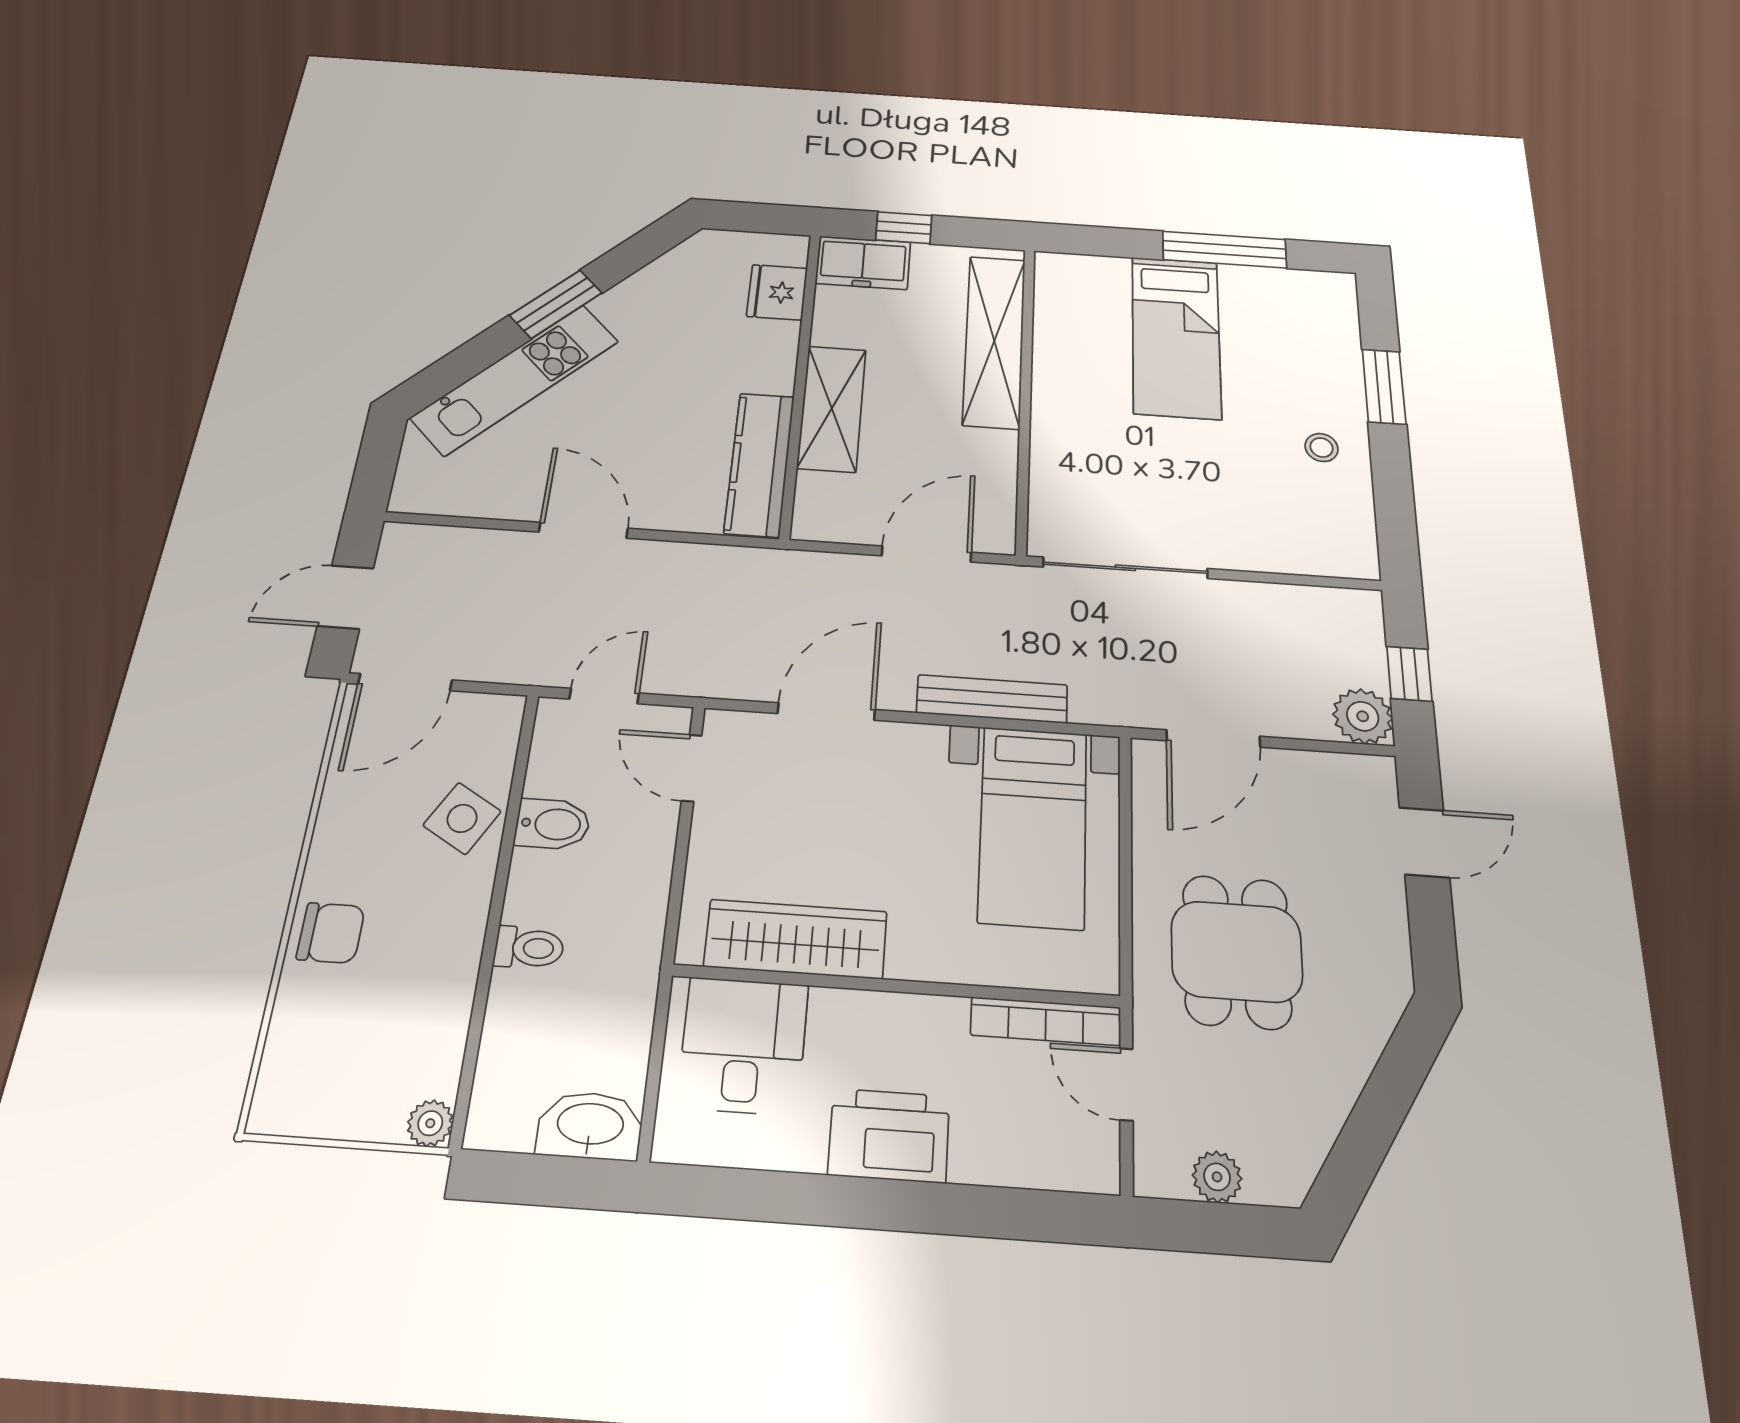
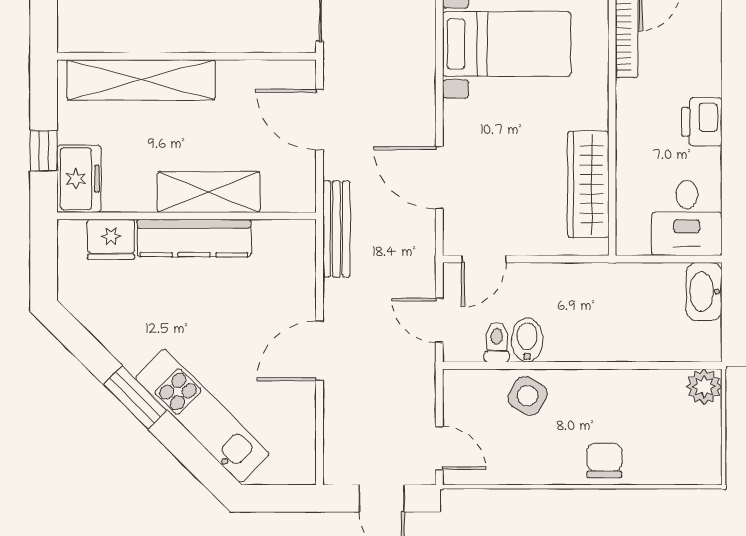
kitchen counter: (759, 464) -> (194, 238), moved
door: (405, 682) -> (439, 448), width x0.73
bench: (992, 699) -> (336, 229), moved
toilet: (529, 948) -> (497, 342), moved
desk: (743, 1046) -> (687, 218), moved, turned -90
plant: (430, 1123) -> (704, 387), width x1.38, depth x1.38
printer: (889, 1135) -> (702, 122), width x0.73, depth x0.84

